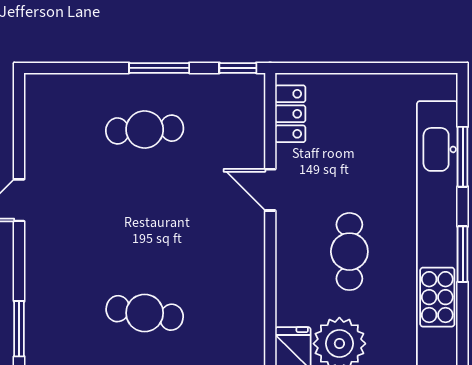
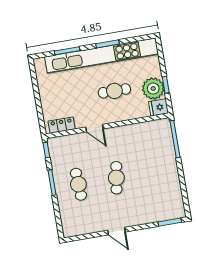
door: (270, 190) -> (94, 128), hinge flipped
cafe table: (145, 313) -> (116, 178), moved

